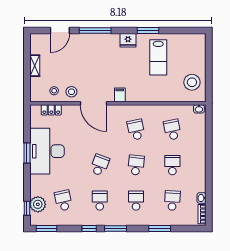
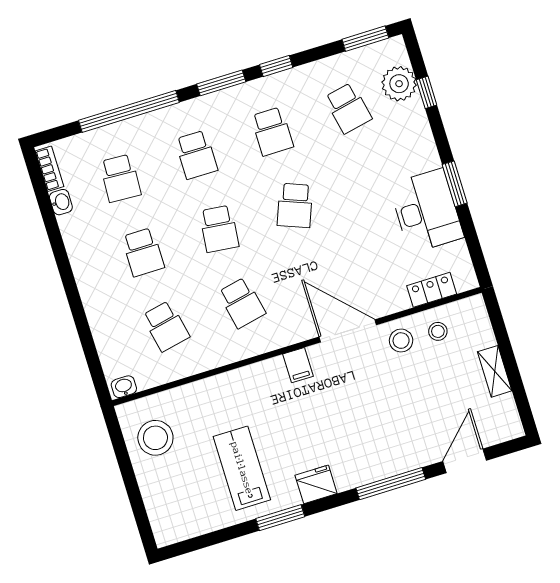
desk: (47, 151) -> (426, 211), width x0.73, depth x0.77
window: (27, 208) -> (427, 92), moved
window: (160, 229) -> (129, 111), width x2.11

